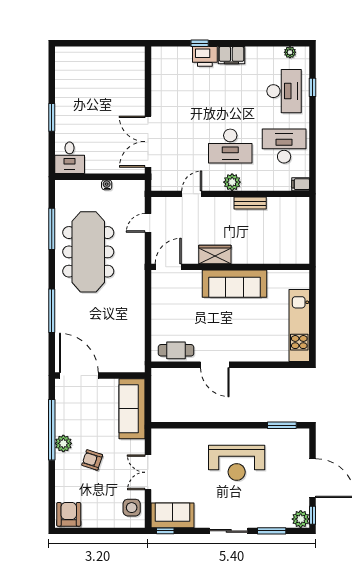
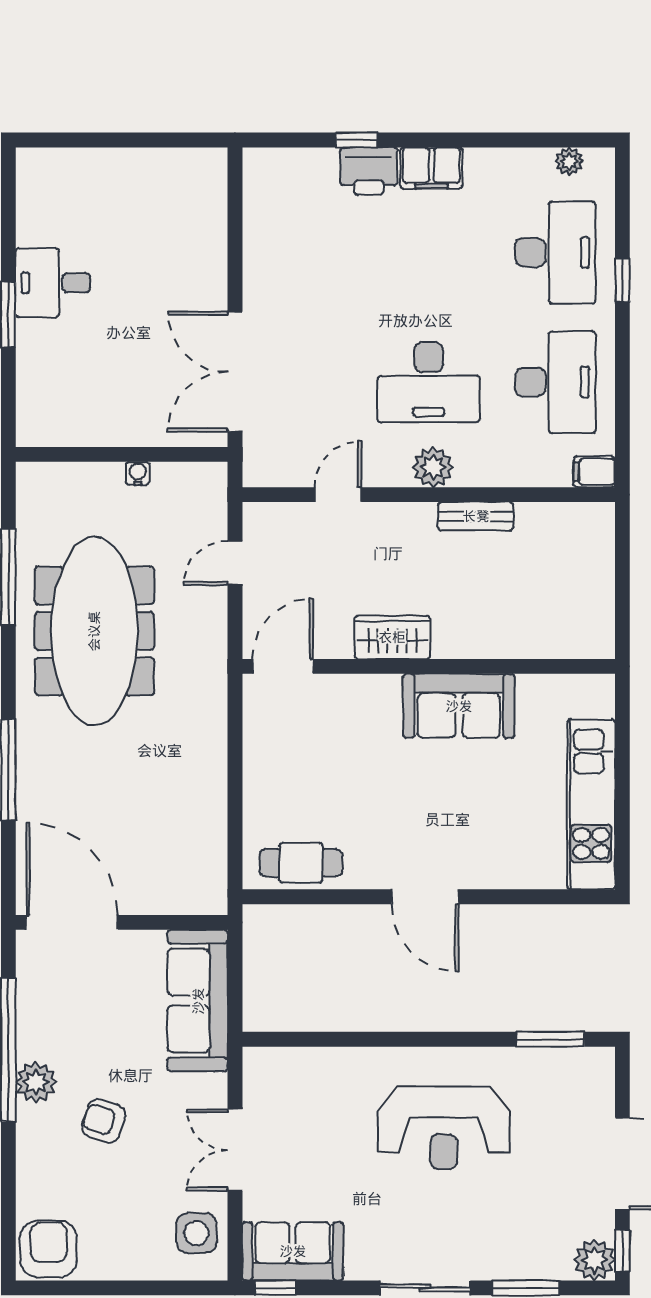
window: (313, 87) -> (622, 280), moved
desk: (284, 146) -> (555, 382), turned 90
desk: (70, 158) -> (53, 283), moved, turned 90
sofa: (235, 284) -> (459, 706), width x0.73
door: (215, 365) -> (425, 897), moved

